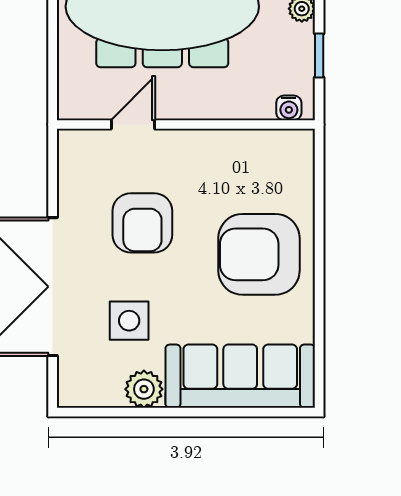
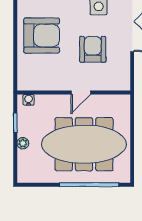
door: (133, 125) -> (81, 92), moved

